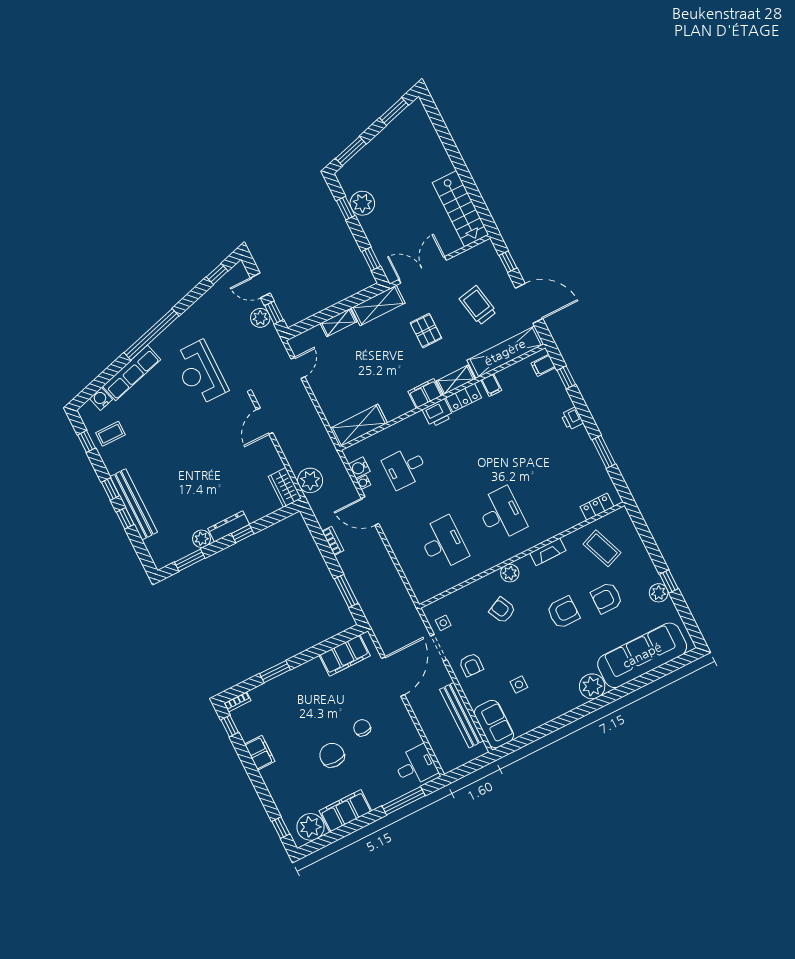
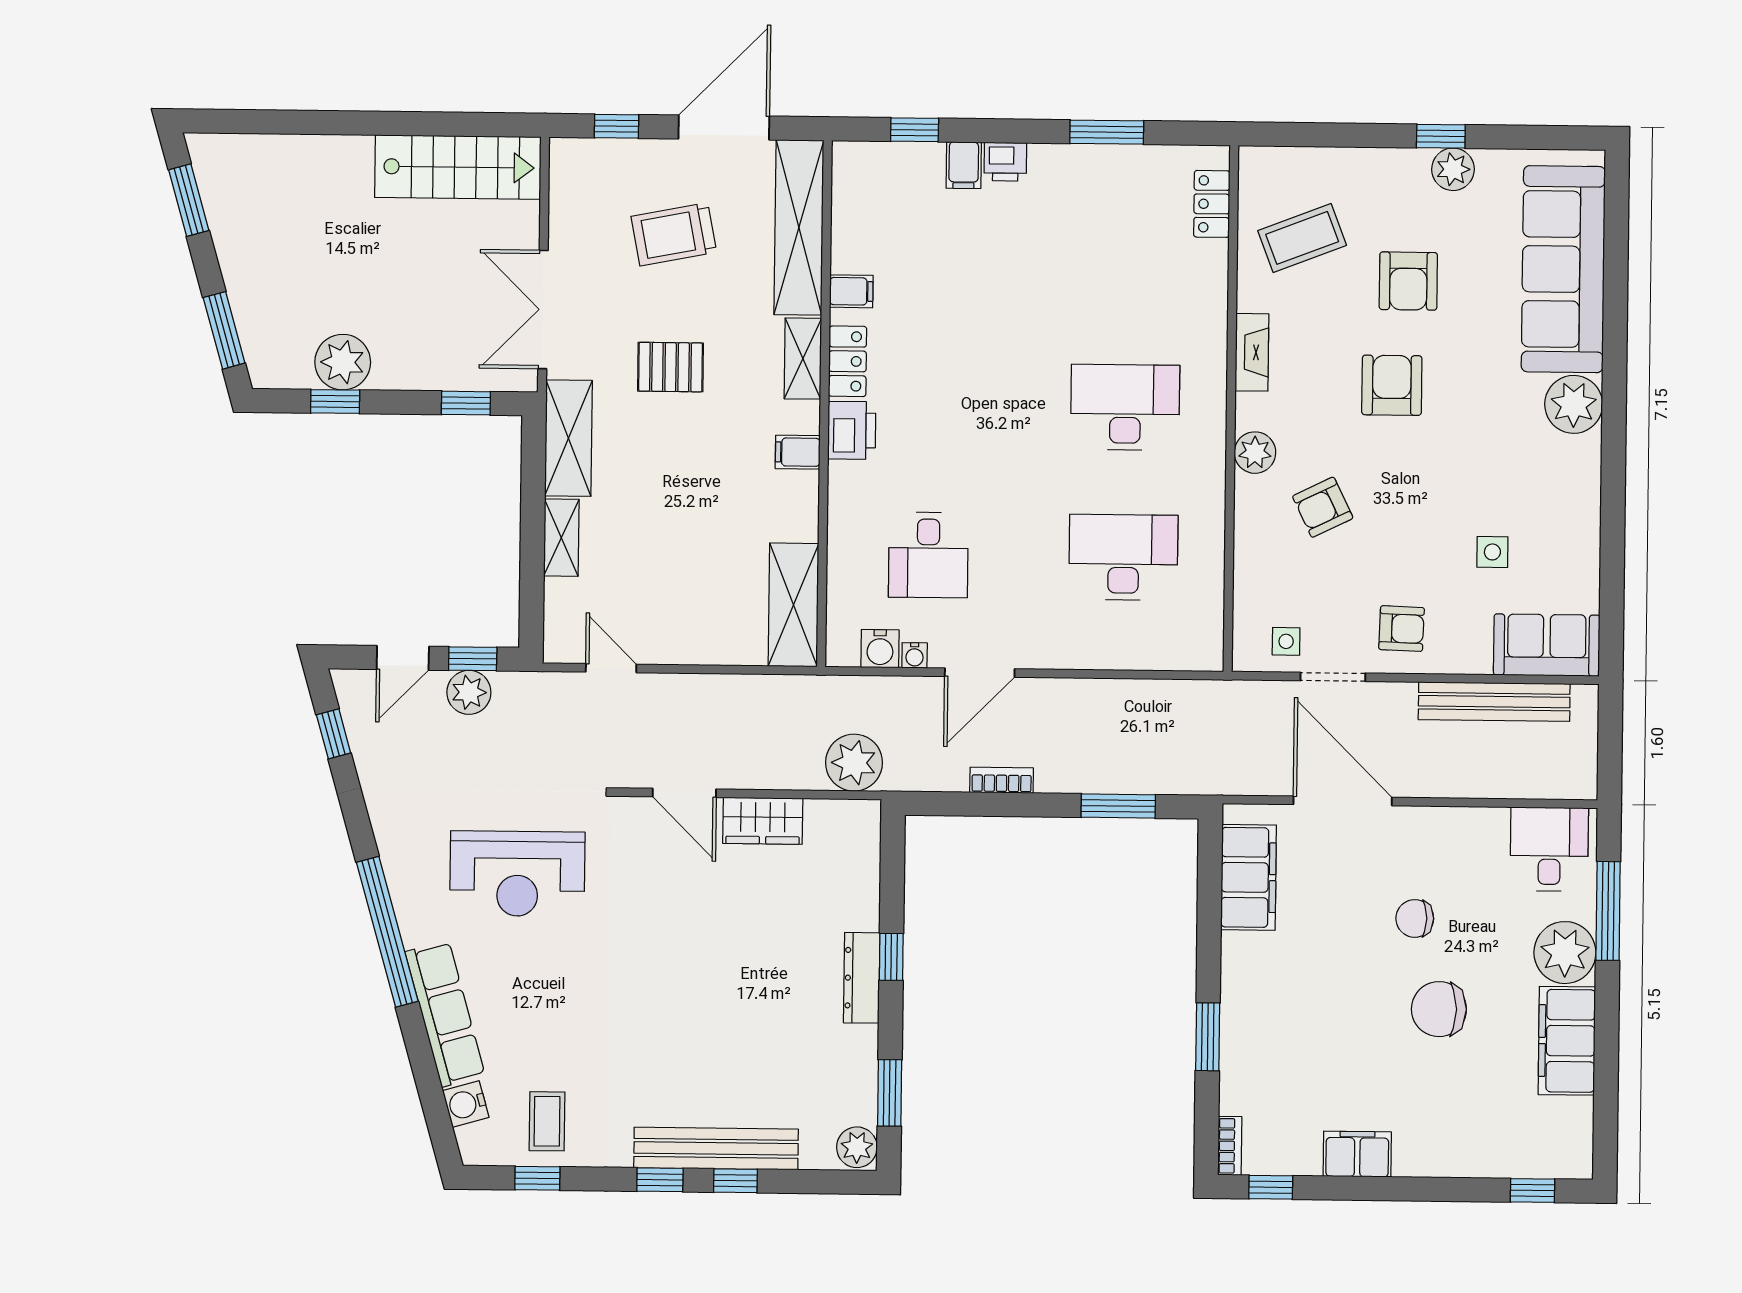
filing cabinet: (543, 365) -> (964, 165), moved
filing cabinet: (425, 393) -> (798, 452), width x0.50
wardrobe: (285, 487) -> (763, 821), moved
plant: (201, 539) -> (857, 1147), moved
plant: (311, 827) -> (1565, 953), moved

